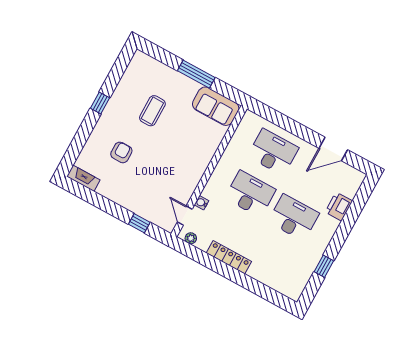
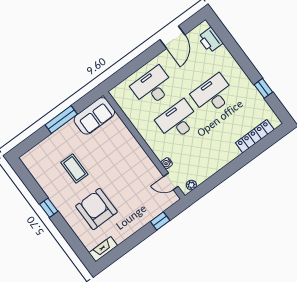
armchair: (121, 152) -> (96, 209), width x1.88, depth x1.88
printer: (339, 207) -> (210, 40), moved
locker: (229, 257) -> (255, 136), moved

